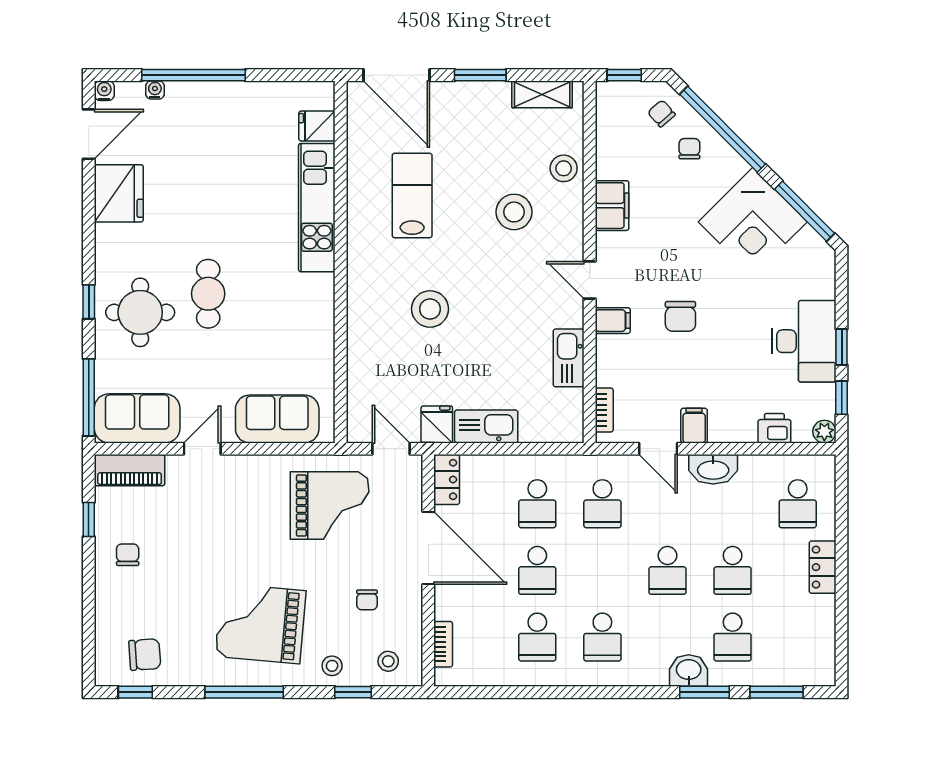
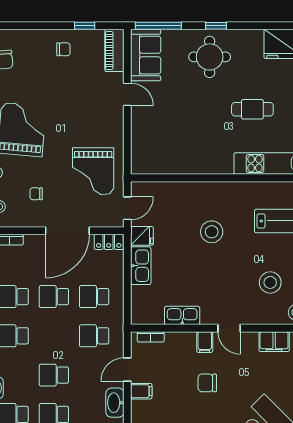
door: (590, 280) -> (229, 328), swing flipped
cafe table: (208, 294) -> (252, 109), moved
sofa: (277, 419) -> (145, 140), removed

